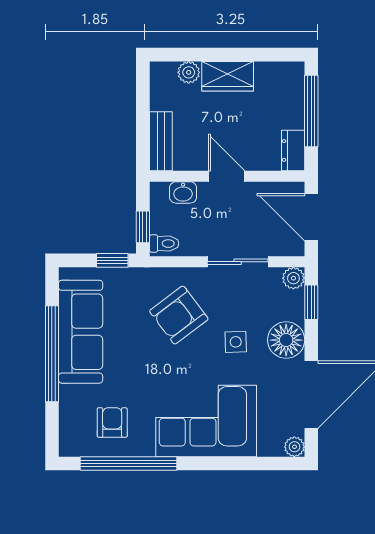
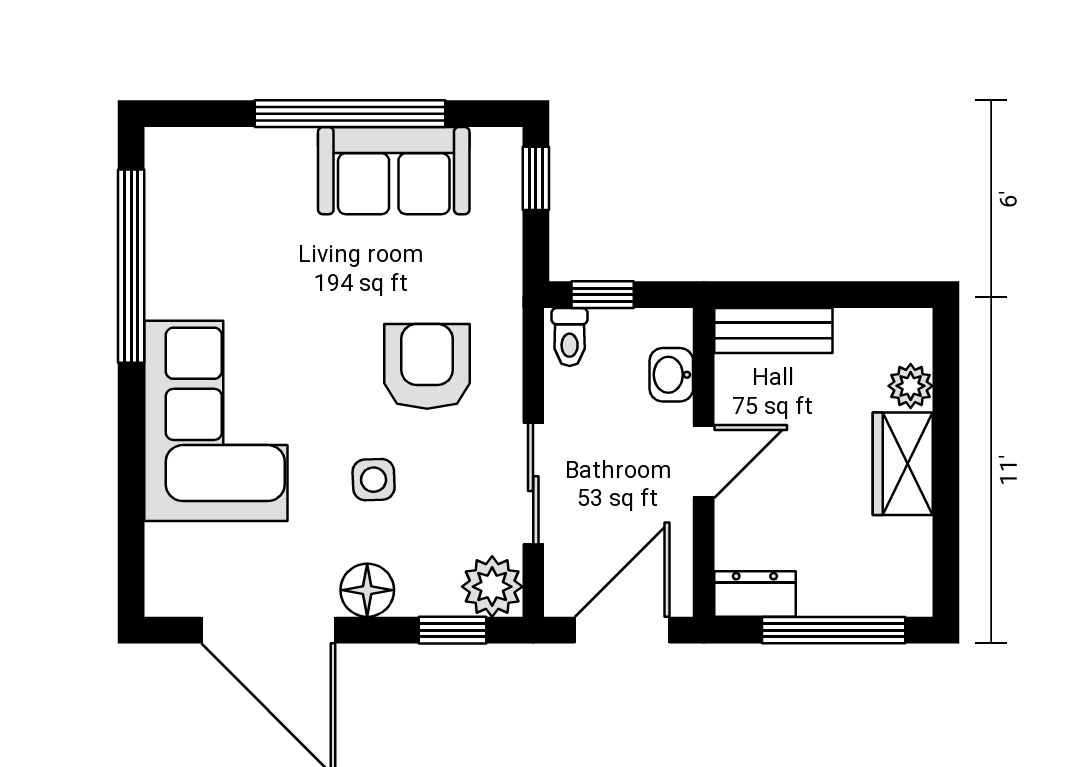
window: (112, 260) -> (536, 178), moved
plant: (293, 278) -> (492, 587), width x1.38, depth x1.38
armchair: (179, 315) -> (427, 366), turned 37
sofa: (81, 332) -> (394, 171), width x0.73
floor lamp: (286, 340) -> (367, 590), width x0.73, depth x0.73
armchair: (112, 423) -> (213, 234), removed
plant: (294, 447) -> (164, 597), removed

